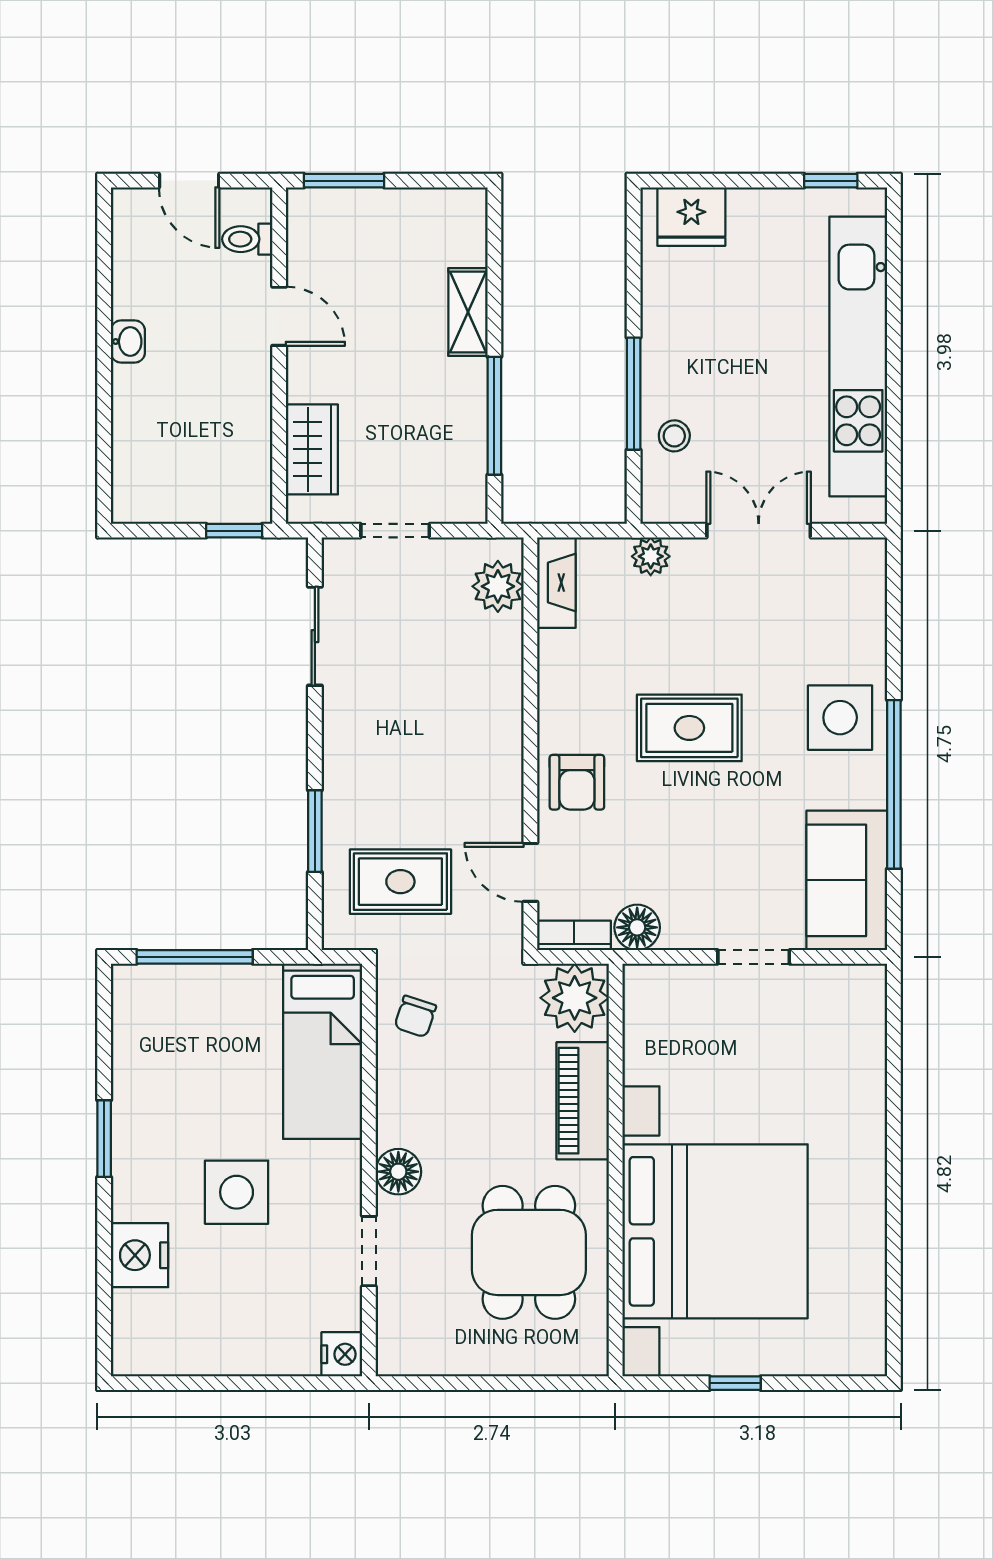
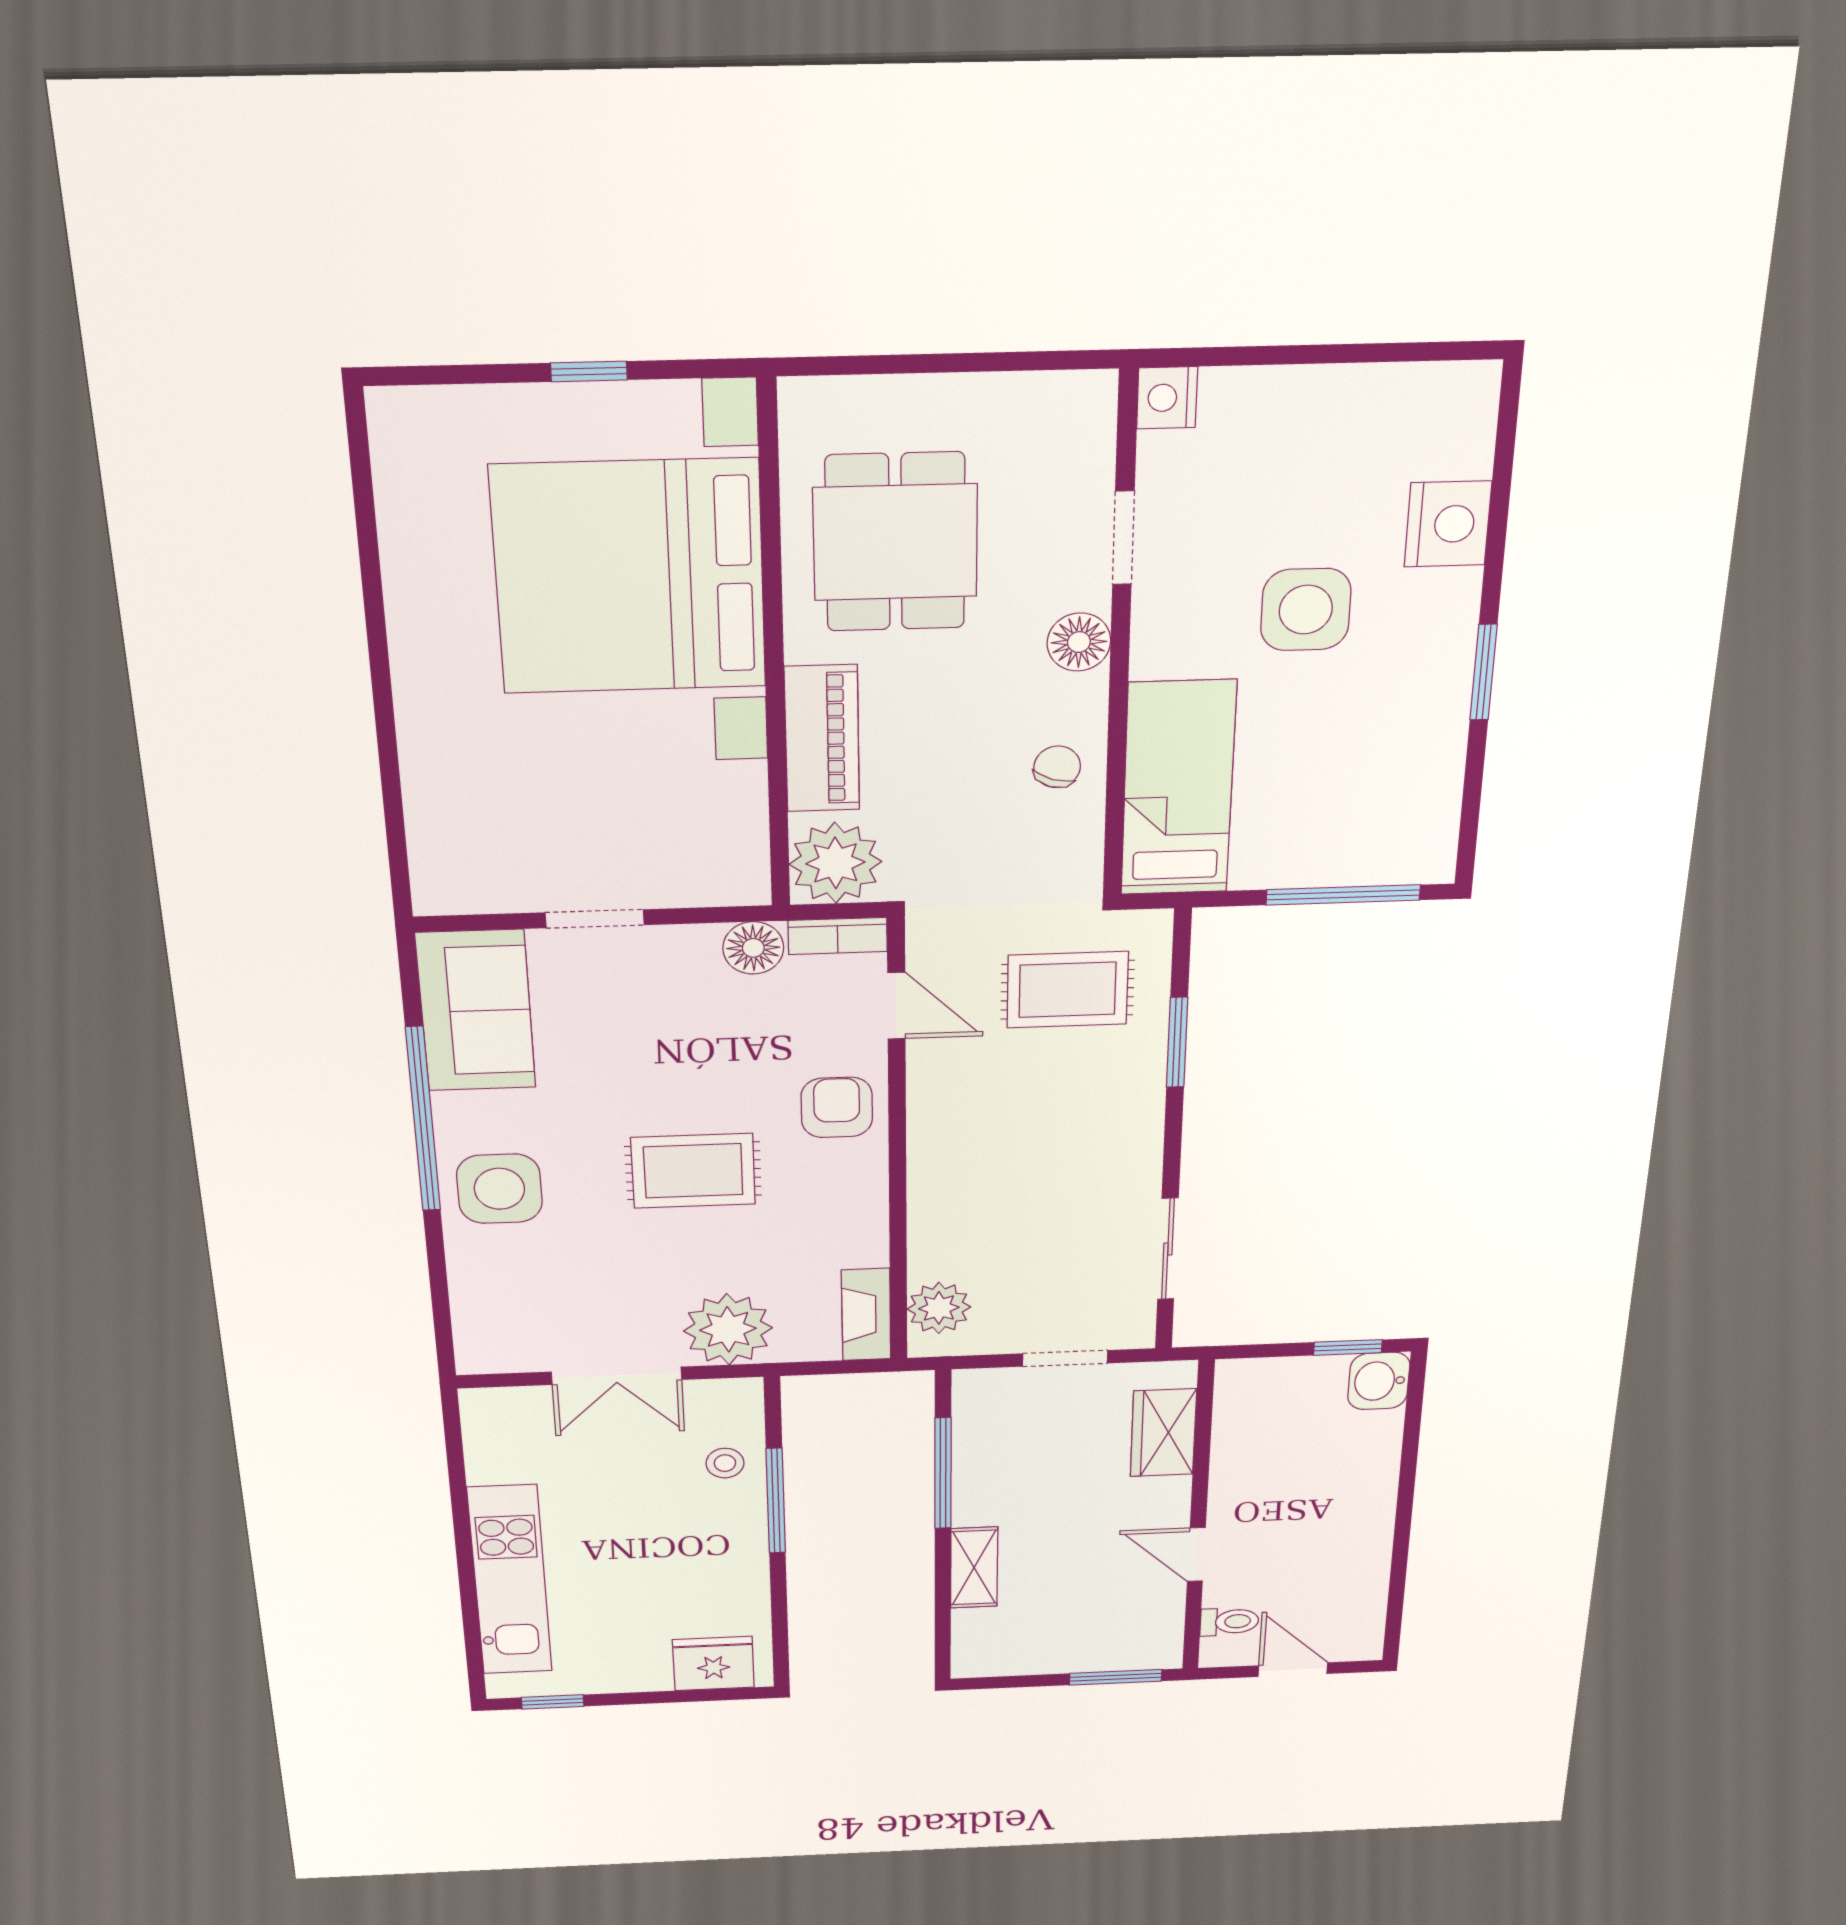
washbasin: (128, 342) -> (1379, 1381), moved, width x1.38, depth x1.45
kitchen unit: (858, 357) -> (510, 1580), width x0.73
window: (234, 531) -> (1348, 1347), moved
plant: (651, 556) -> (728, 1329), width x1.87, depth x1.87
chair: (415, 1016) -> (1057, 767), moved

